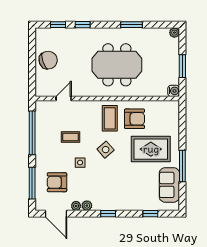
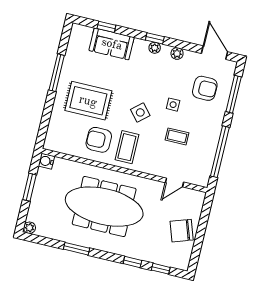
meeting table: (117, 65) -> (104, 207), width x1.36
sofa: (169, 185) -> (112, 44), moved, turned 90
plant: (76, 206) -> (155, 48), moved

